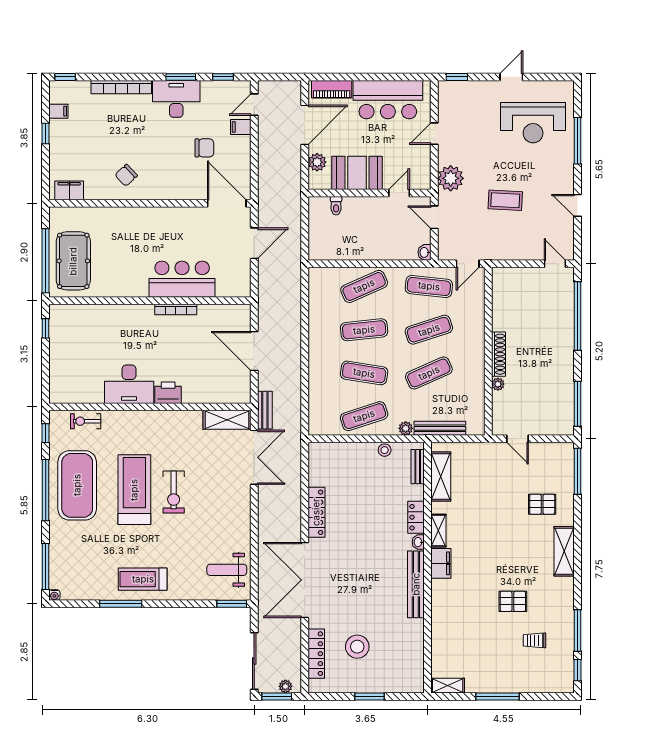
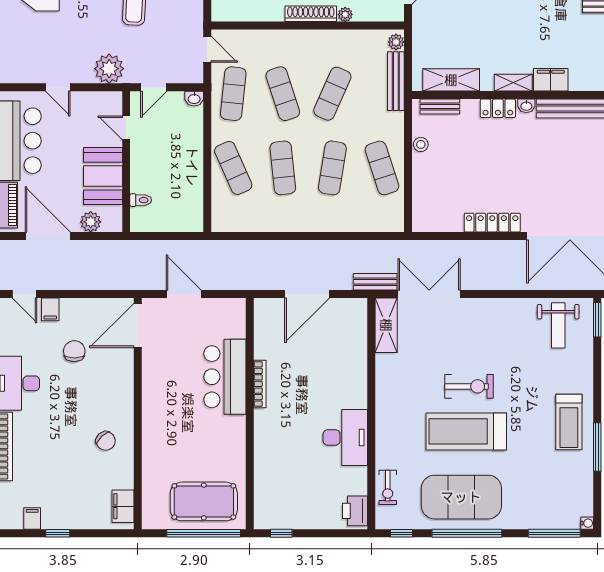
exercise mat: (429, 373) -> (332, 94), turned 48
printer: (168, 393) -> (355, 511), moved
plant: (406, 428) -> (396, 42), moved

